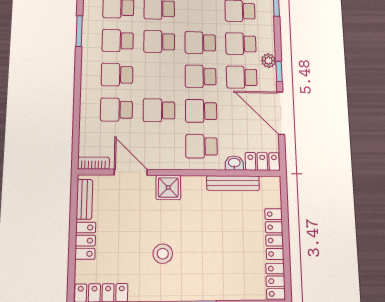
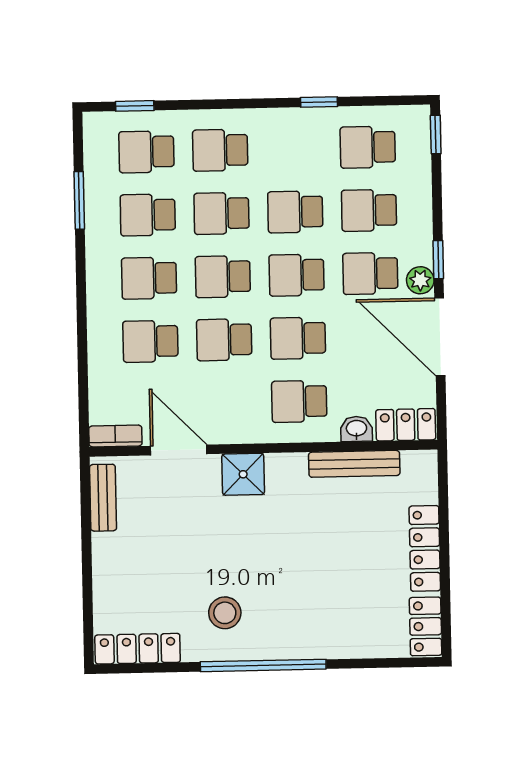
plant: (269, 61) -> (420, 280), moved
school desk: (159, 76) -> (223, 277), added
locker: (85, 241) -> (108, 566), removed
stool: (163, 254) -> (225, 613), moved

